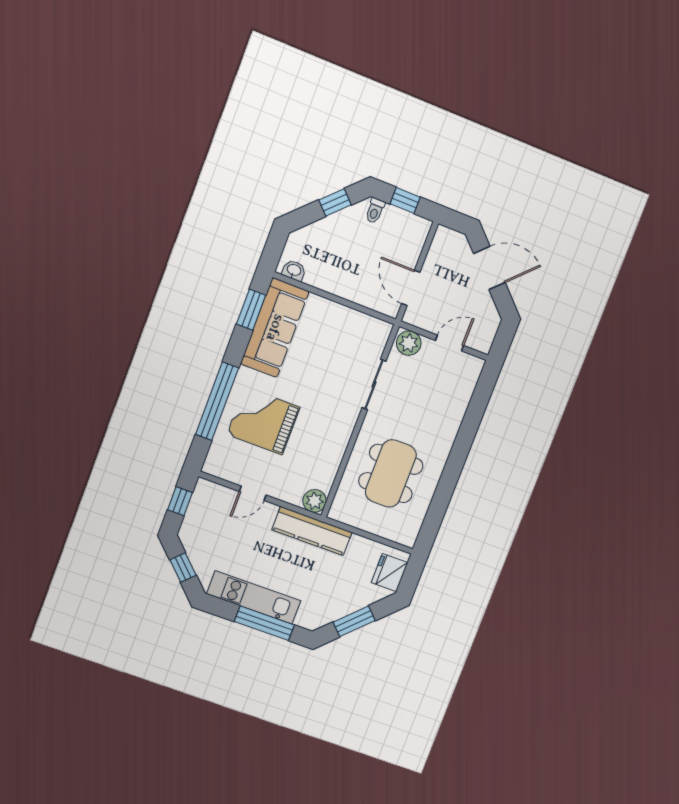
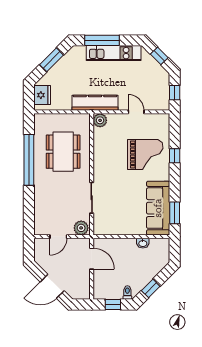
washbasin: (294, 270) -> (143, 243), moved
window: (217, 401) -> (175, 156), width x0.32
window: (449, 480) -> (29, 160), added
door: (253, 493) -> (136, 112), hinge flipped

